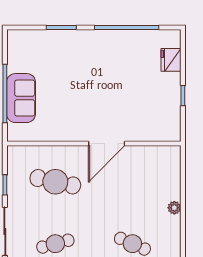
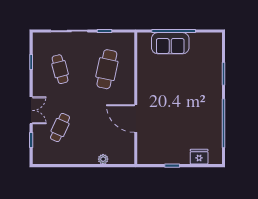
door: (107, 144) -> (136, 119), moved
plant: (174, 208) -> (103, 159), moved

